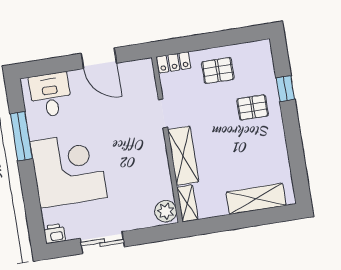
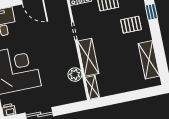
shelving: (256, 199) -> (149, 60), moved, turned 90
plant: (166, 211) -> (75, 75), moved

